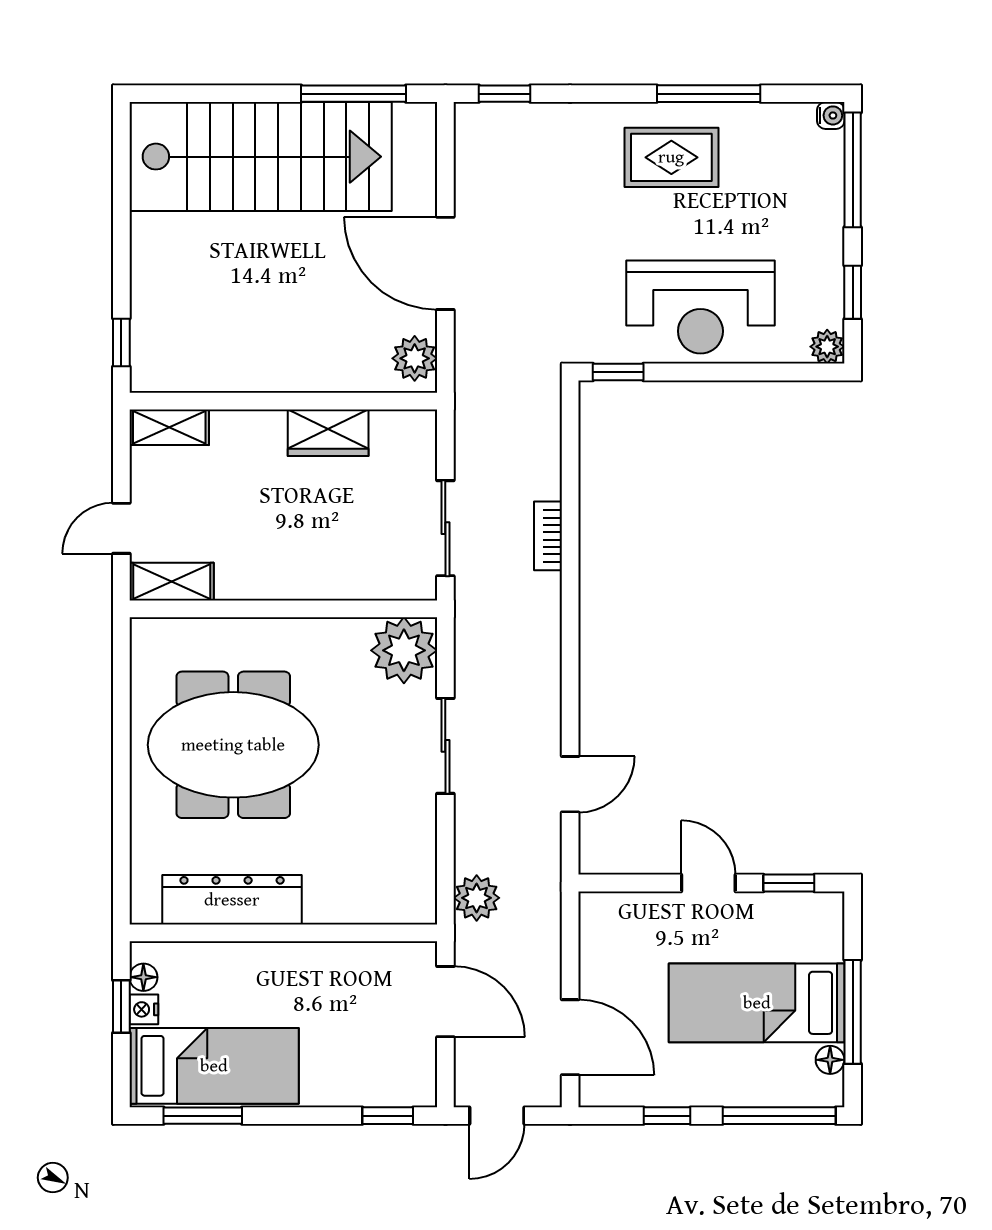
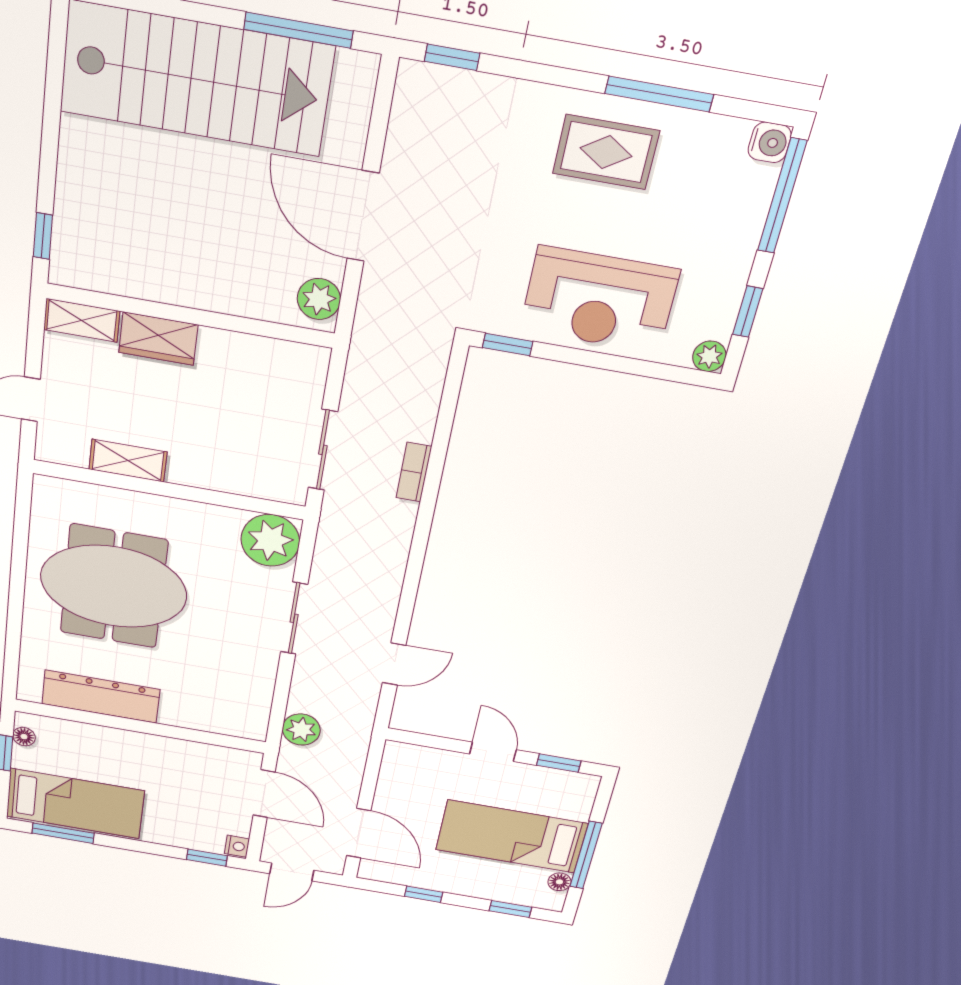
water cooler: (831, 115) -> (770, 142), width x1.38, depth x1.38
wardrobe: (328, 433) -> (158, 339), moved
shelving: (172, 582) -> (128, 461), moved
nightstand: (144, 1009) -> (237, 846), moved, turned 180
window: (779, 1116) -> (510, 909), width x0.46

